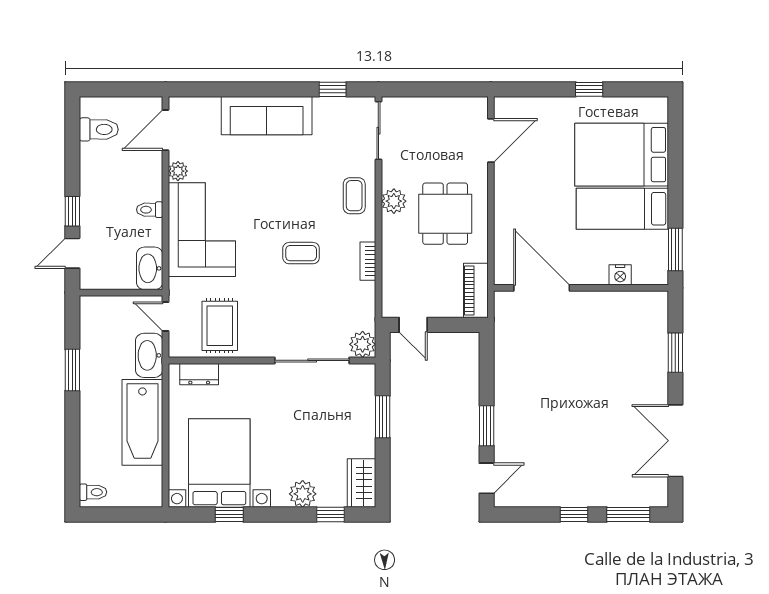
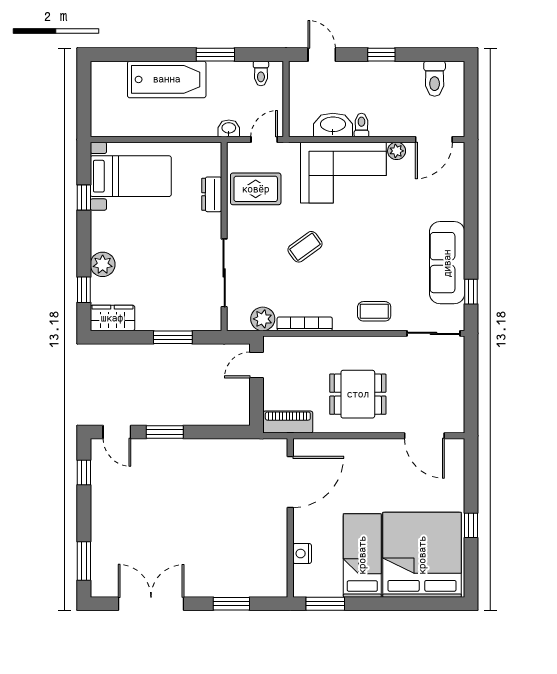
sofa: (267, 116) -> (447, 263), moved
door: (165, 130) -> (434, 139), swing flipped
bed: (622, 155) -> (422, 555), width x1.36
plant: (394, 201) -> (369, 347), removed
window: (72, 211) -> (381, 55), moved
coffee table: (301, 253) -> (305, 247), moved, turned 54
bookcase: (368, 261) -> (305, 324), width x1.56
washbasin: (150, 268) -> (333, 125), moved
plant: (363, 344) -> (263, 319), moved
washbasin: (149, 355) -> (229, 128), width x0.52, depth x0.69
dresser: (199, 374) -> (212, 194), moved
bathtub: (142, 422) -> (167, 79), moved, turned 180
bed with nightstands: (219, 463) -> (131, 176), width x0.73
toilet: (93, 492) -> (261, 73), moved
window: (574, 514) -> (84, 472), moved

